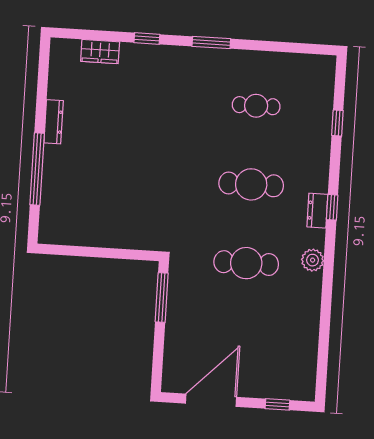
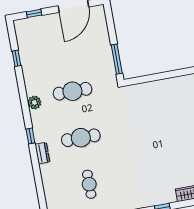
cafe table: (256, 106) -> (89, 184), turned 90
window: (337, 123) -> (16, 58), moved
dresser: (317, 211) -> (42, 153), moved

